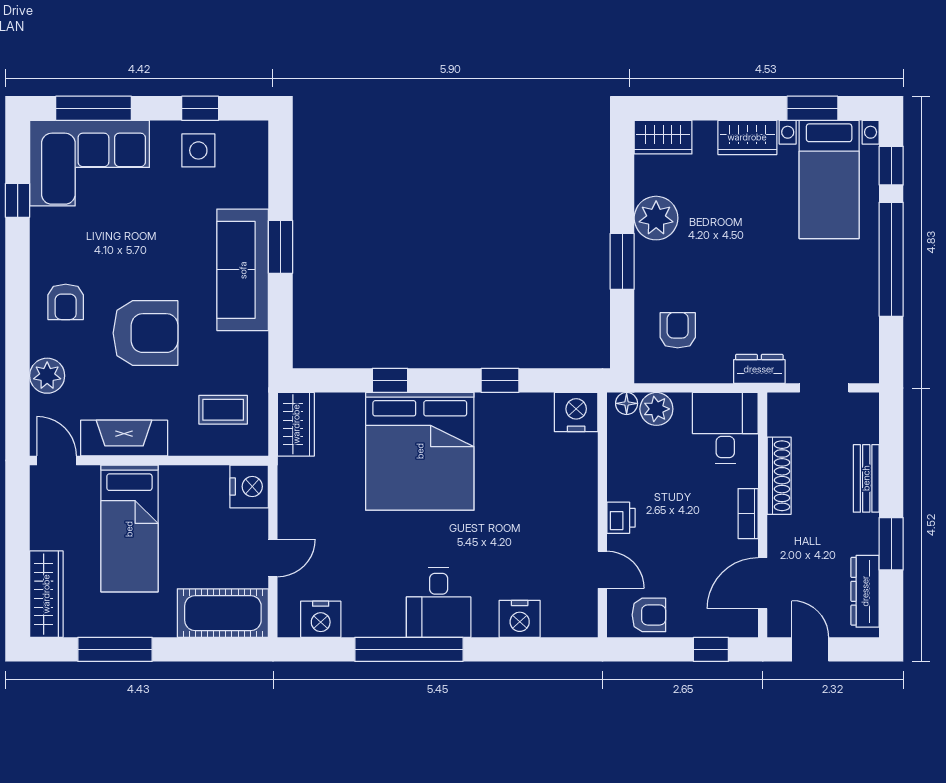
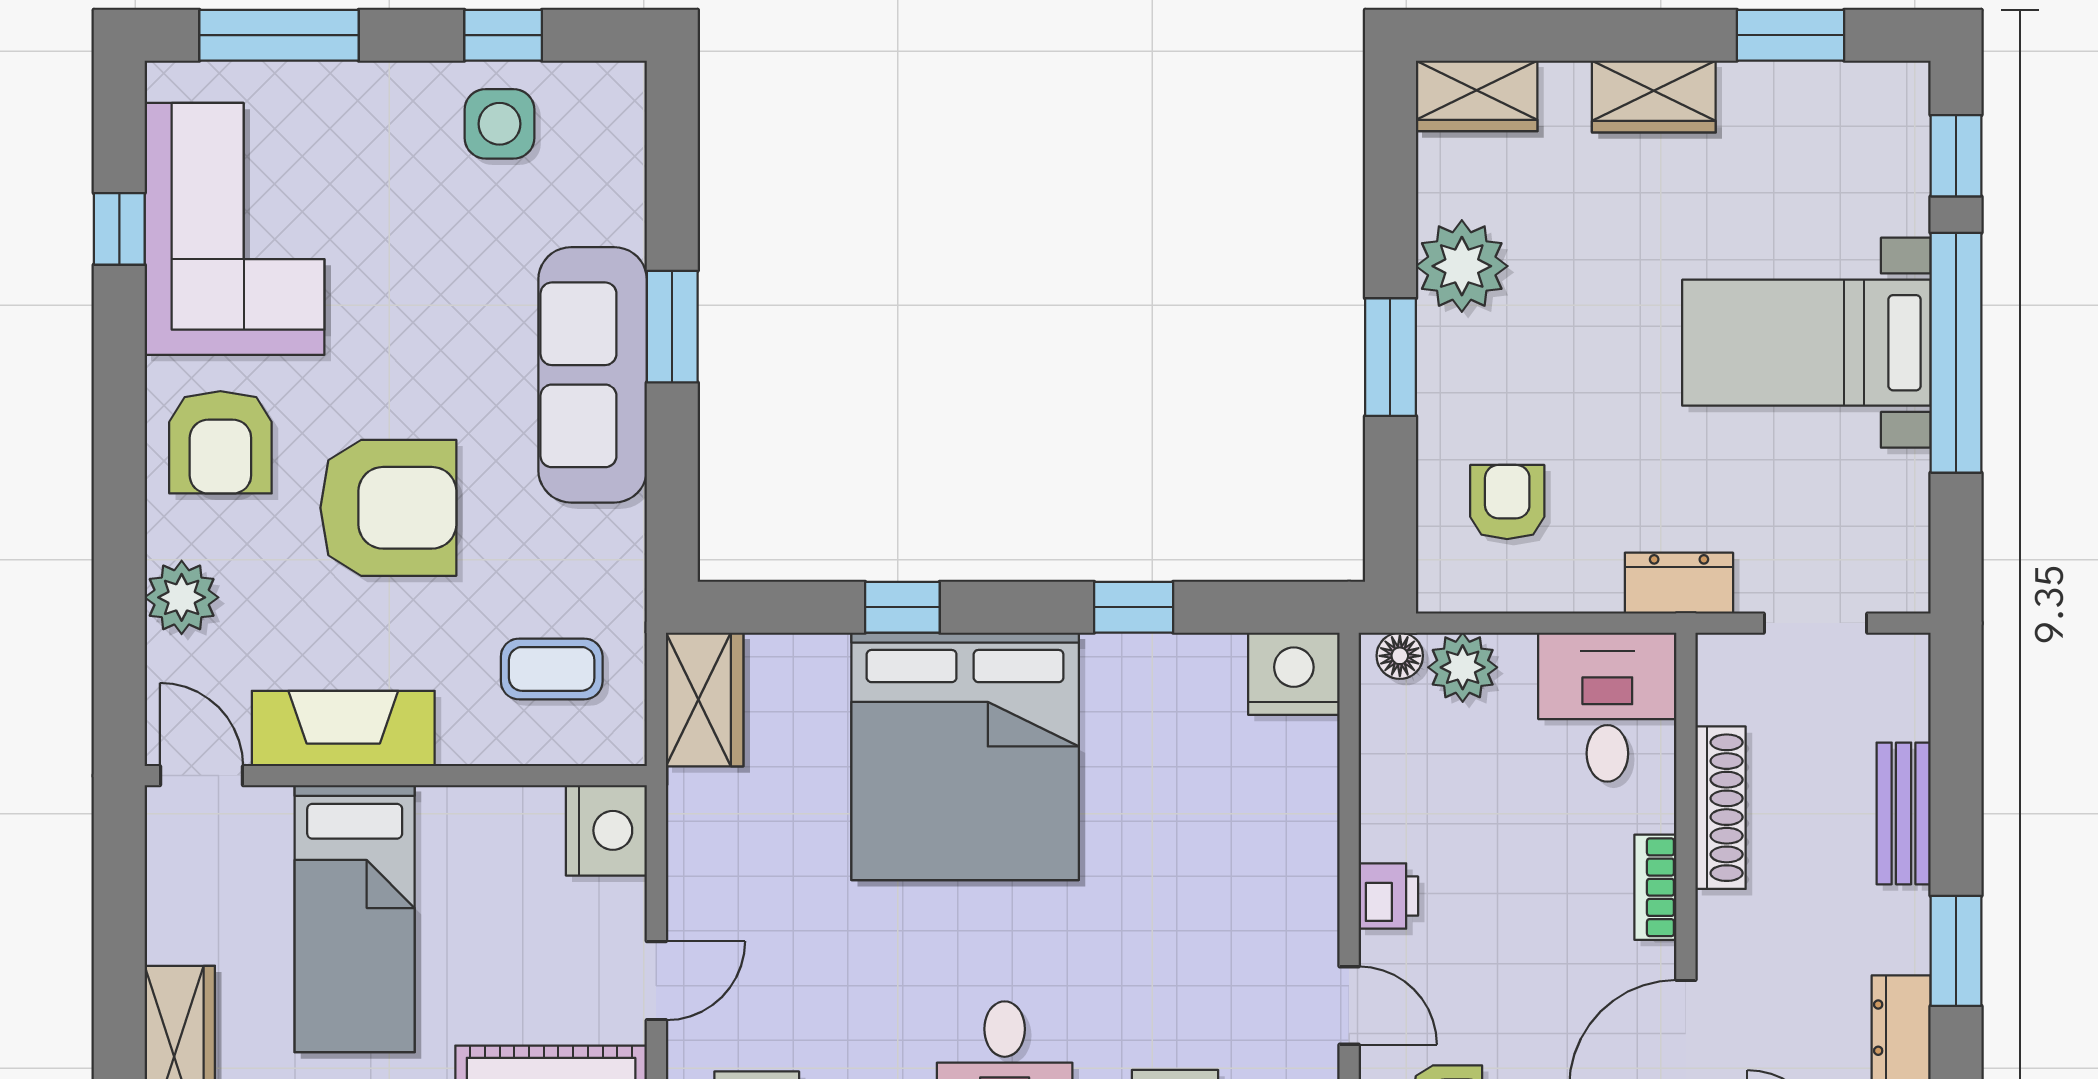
corner sofa: (90, 163) -> (235, 229), moved, turned -90
bed with nightstands: (829, 179) -> (1806, 343), moved, turned 90
armchair: (66, 302) -> (220, 442), width x1.38, depth x1.38

